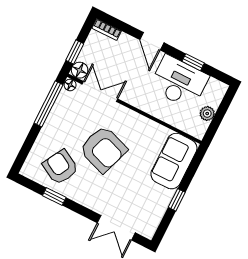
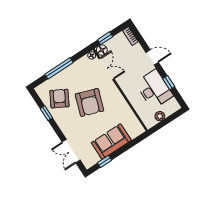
door: (152, 41) -> (152, 57), swing flipped
window: (48, 104) -> (59, 68), moved
sofa: (174, 161) -> (111, 141), moved
window: (177, 200) -> (104, 162), moved

